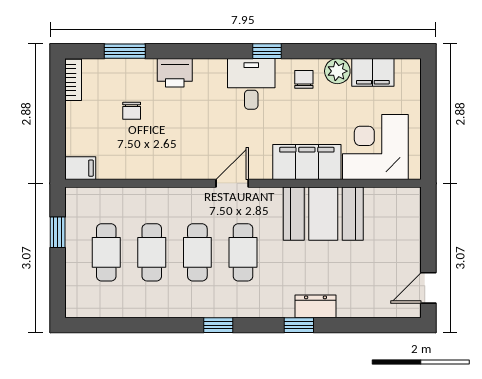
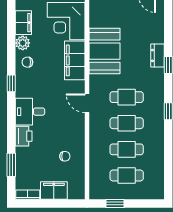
desk: (251, 84) -> (30, 112), moved
chair: (132, 111) -> (65, 156), moved
filing cabinet: (80, 168) -> (54, 190), moved, width x2.00

